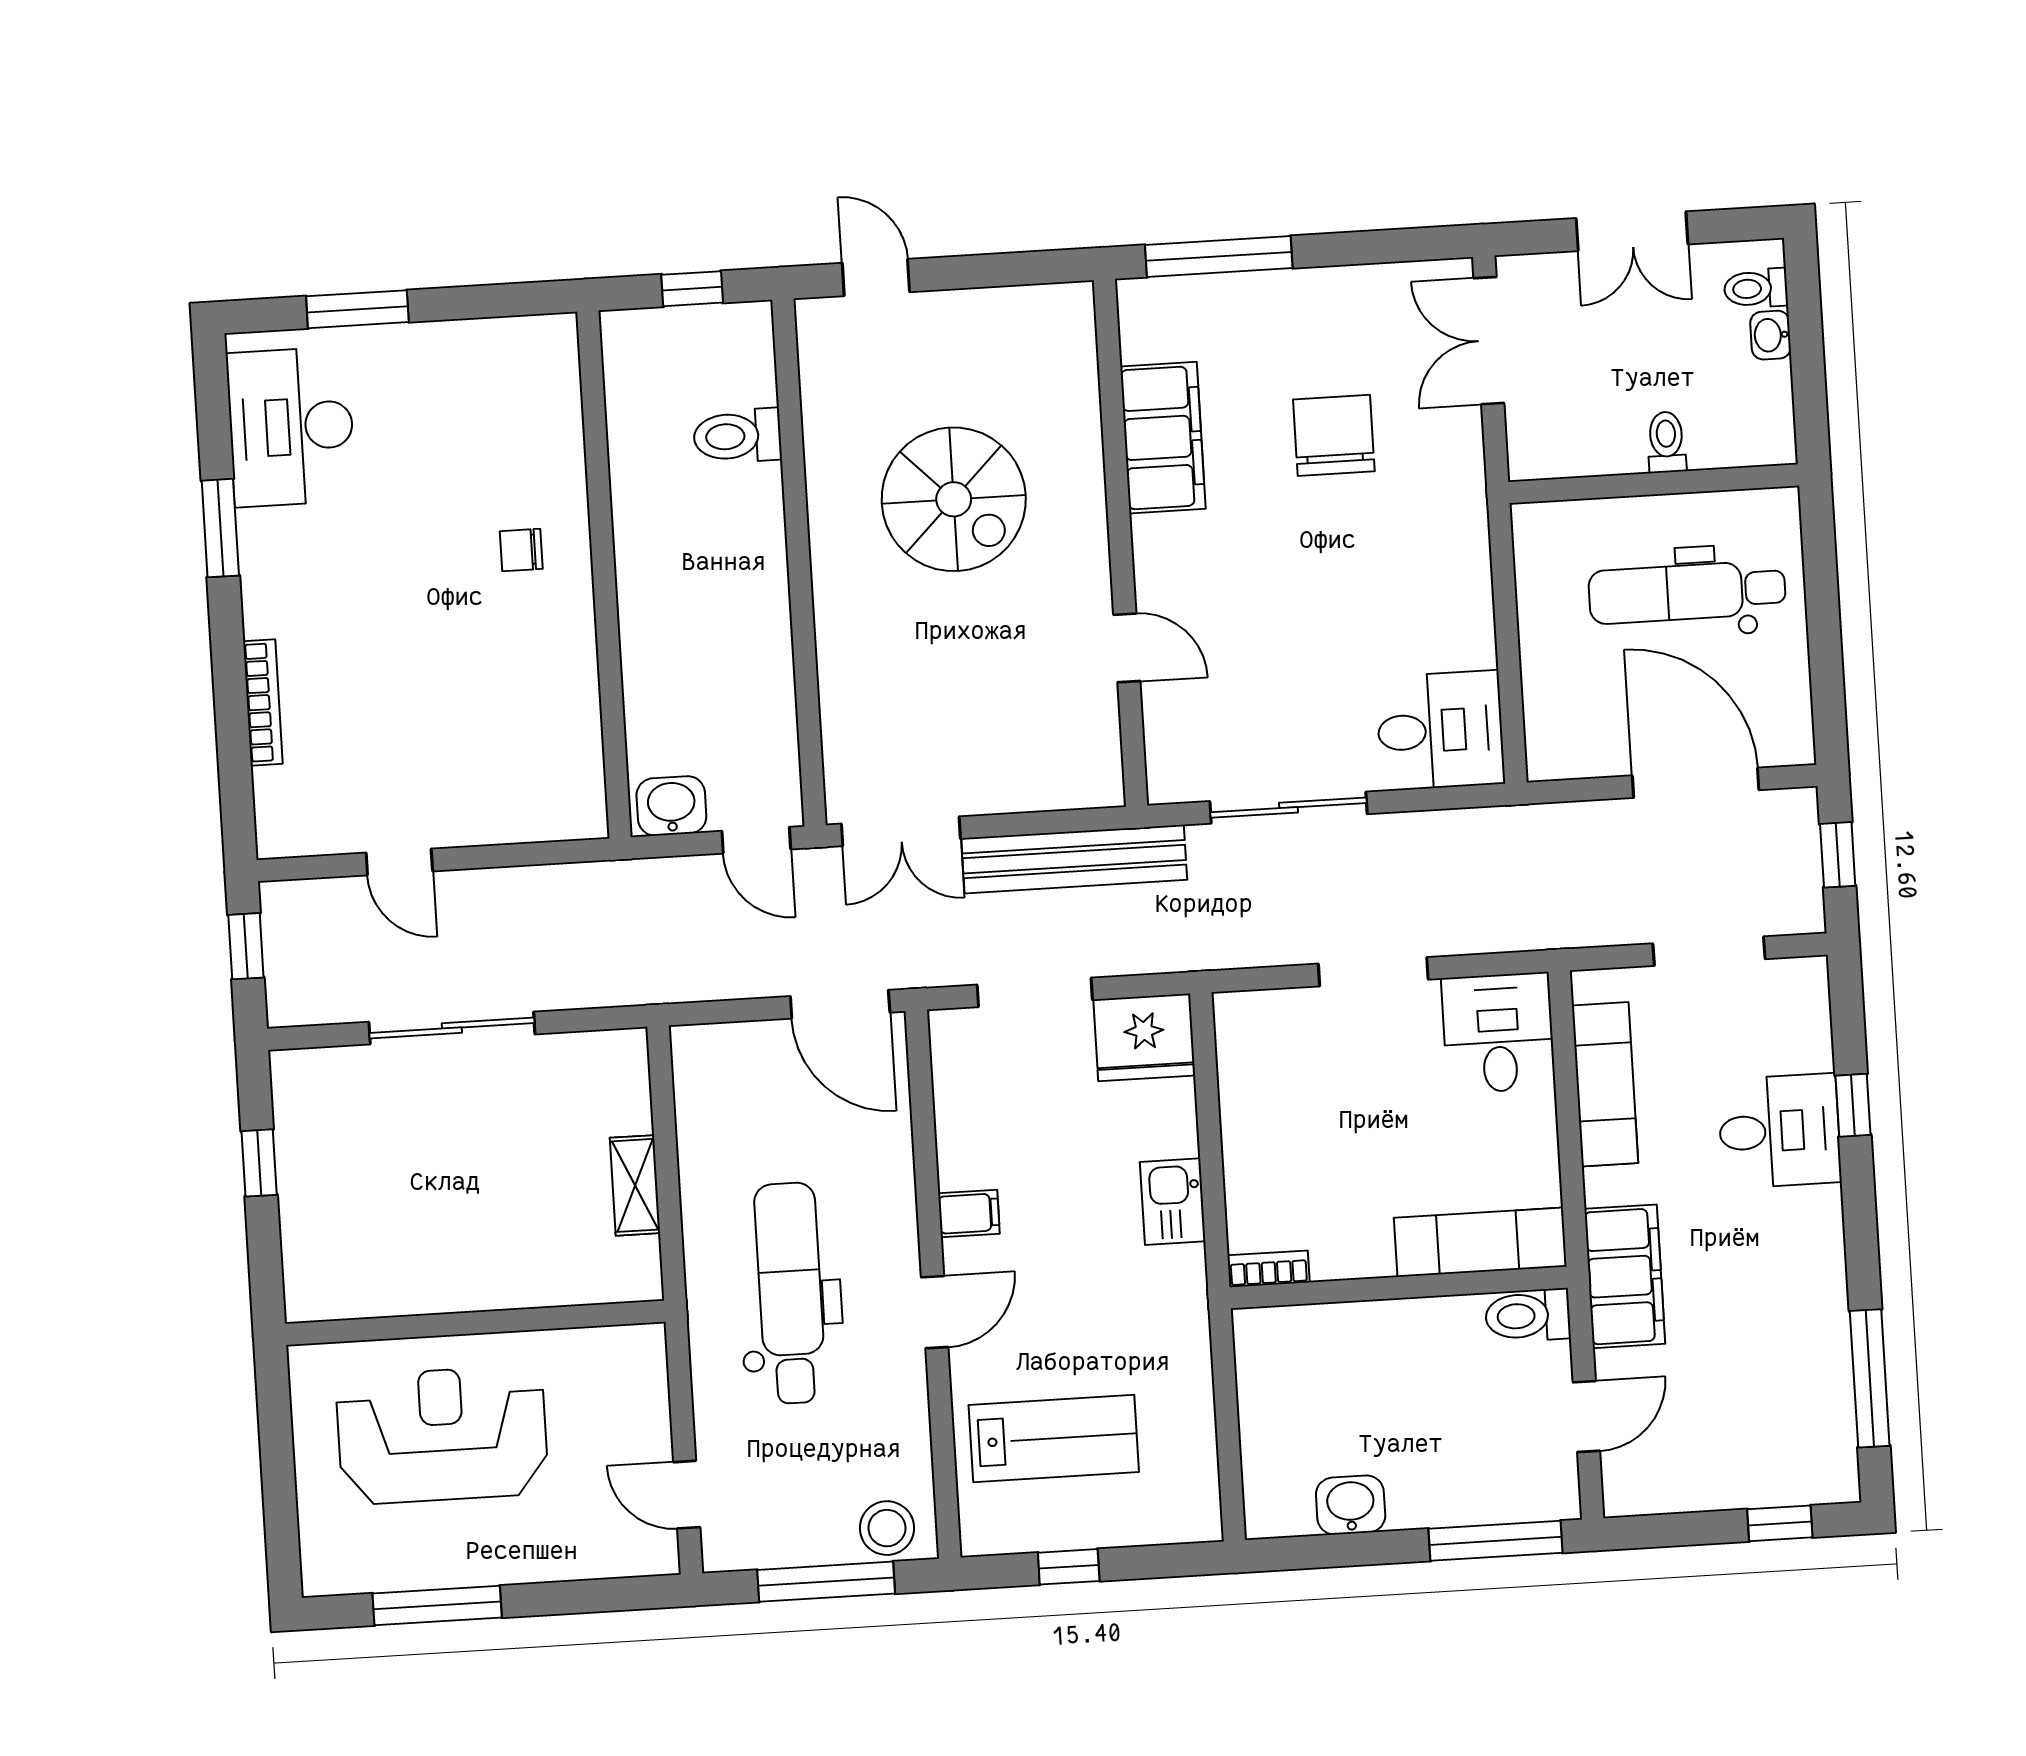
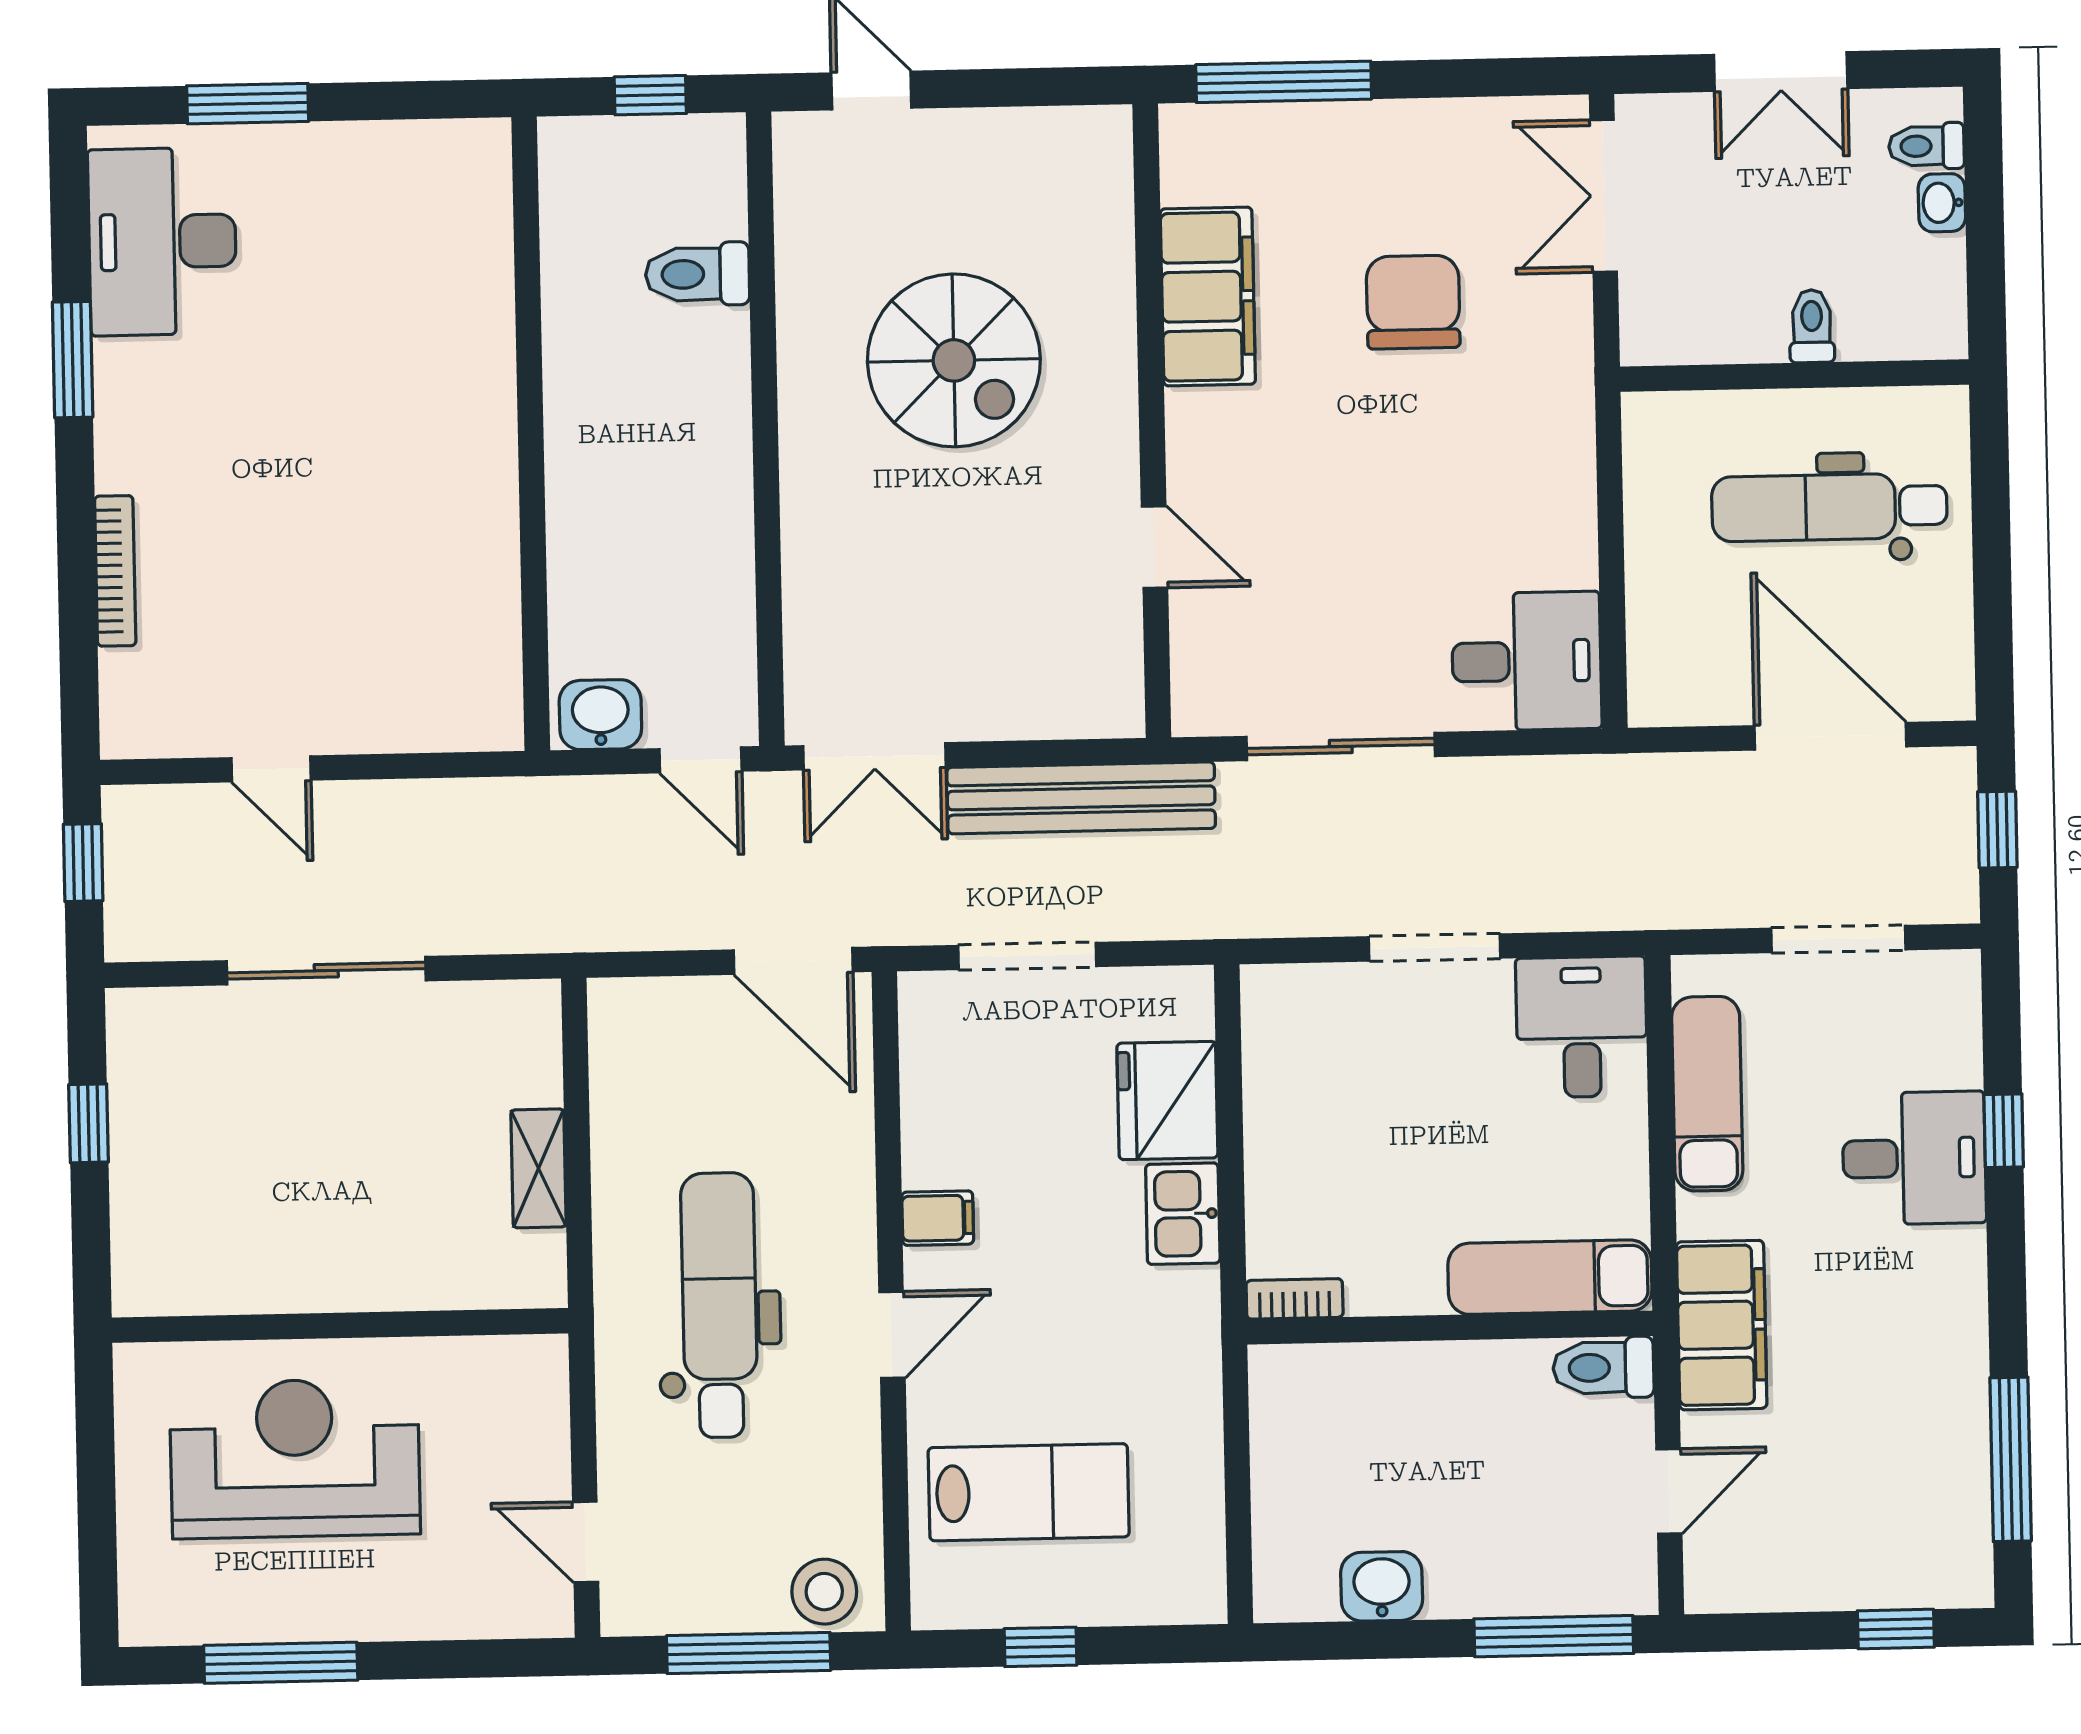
chair: (521, 550) -> (433, 400), removed
fridge: (1144, 1037) -> (1167, 1101), moved, turned 90

